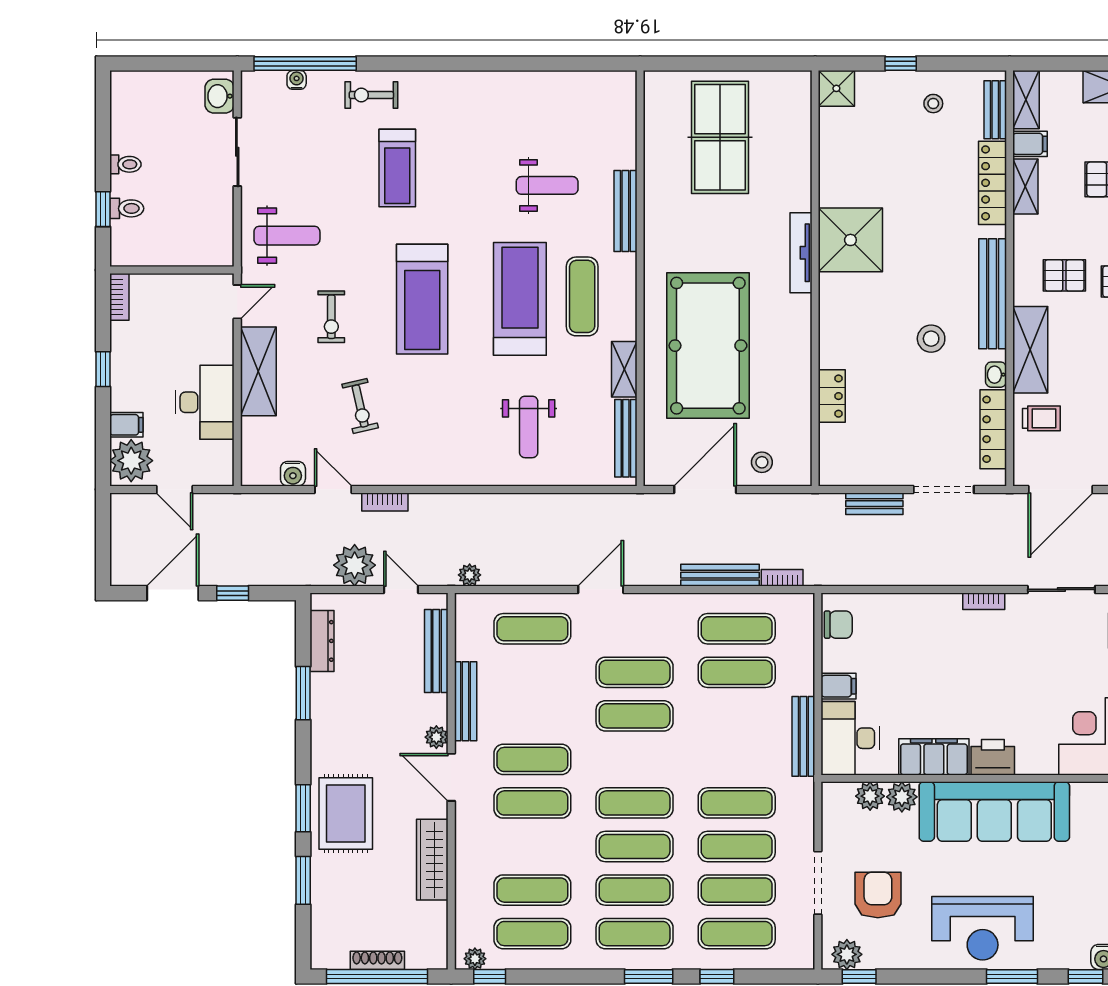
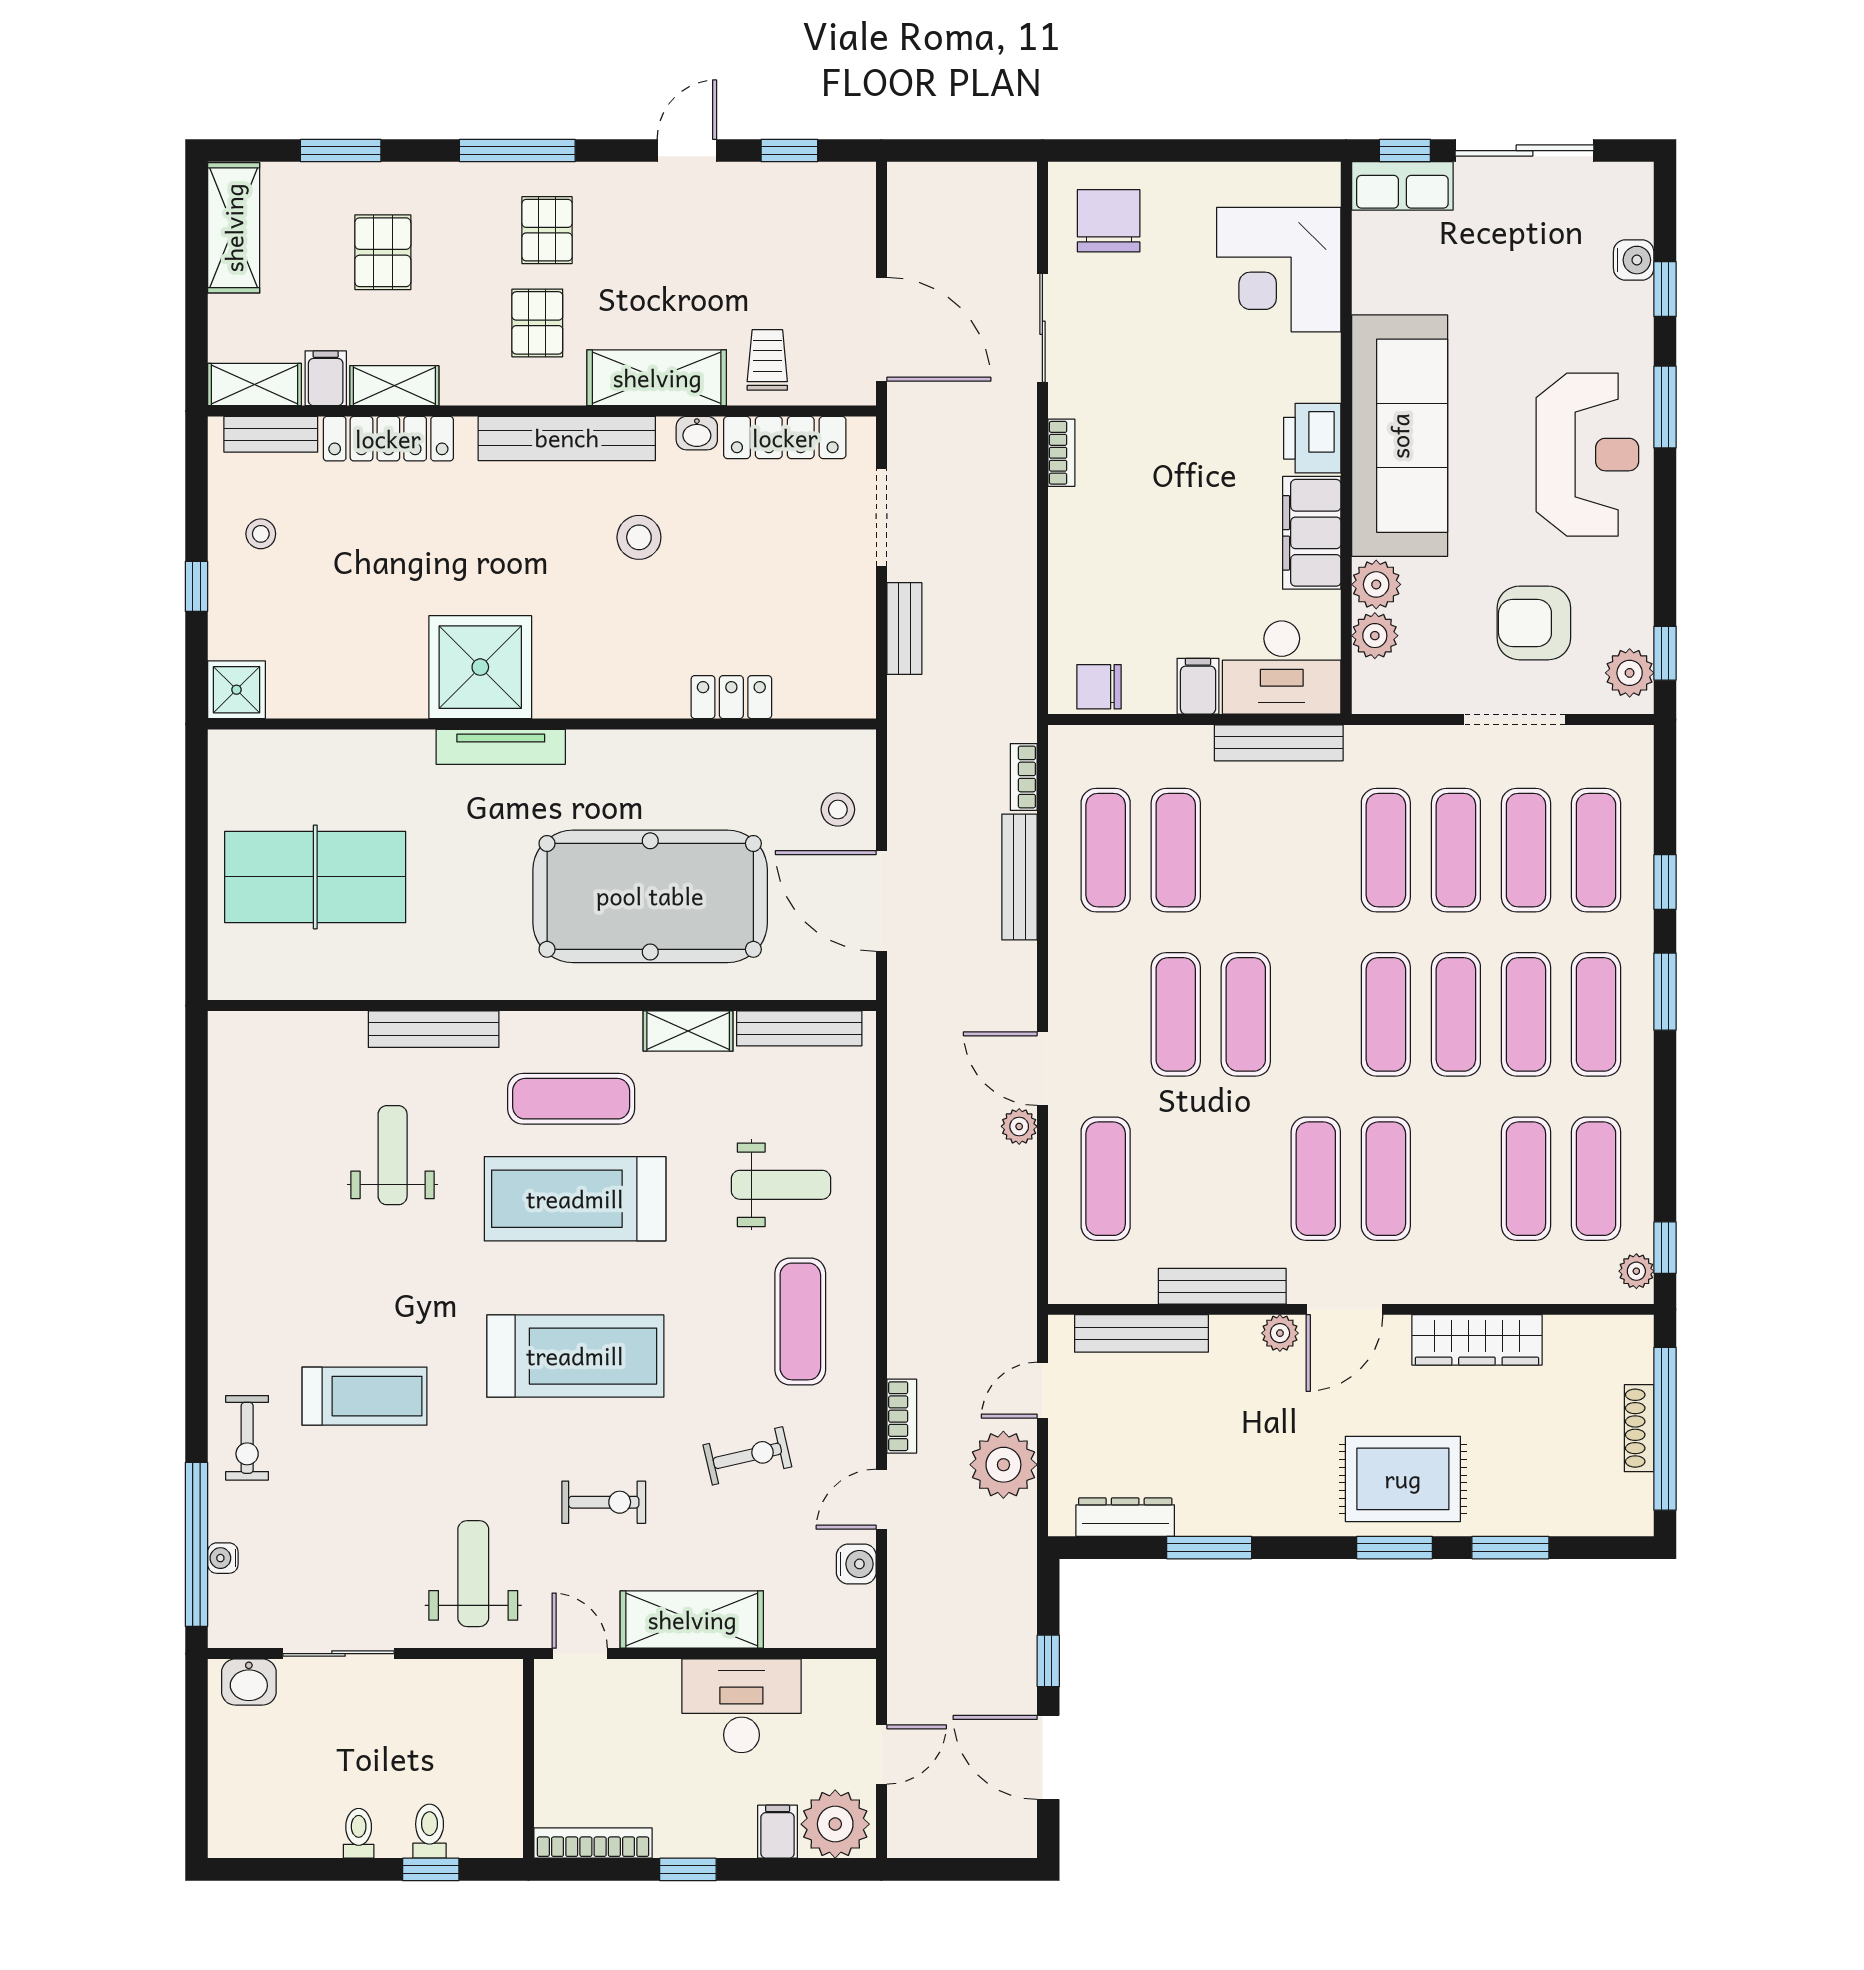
bookcase: (119, 297) -> (593, 1843), width x1.56
exercise mat: (444, 439) -> (800, 1321), added
plant: (470, 575) -> (1019, 1126), moved
chair: (838, 625) -> (1099, 687), turned -90

